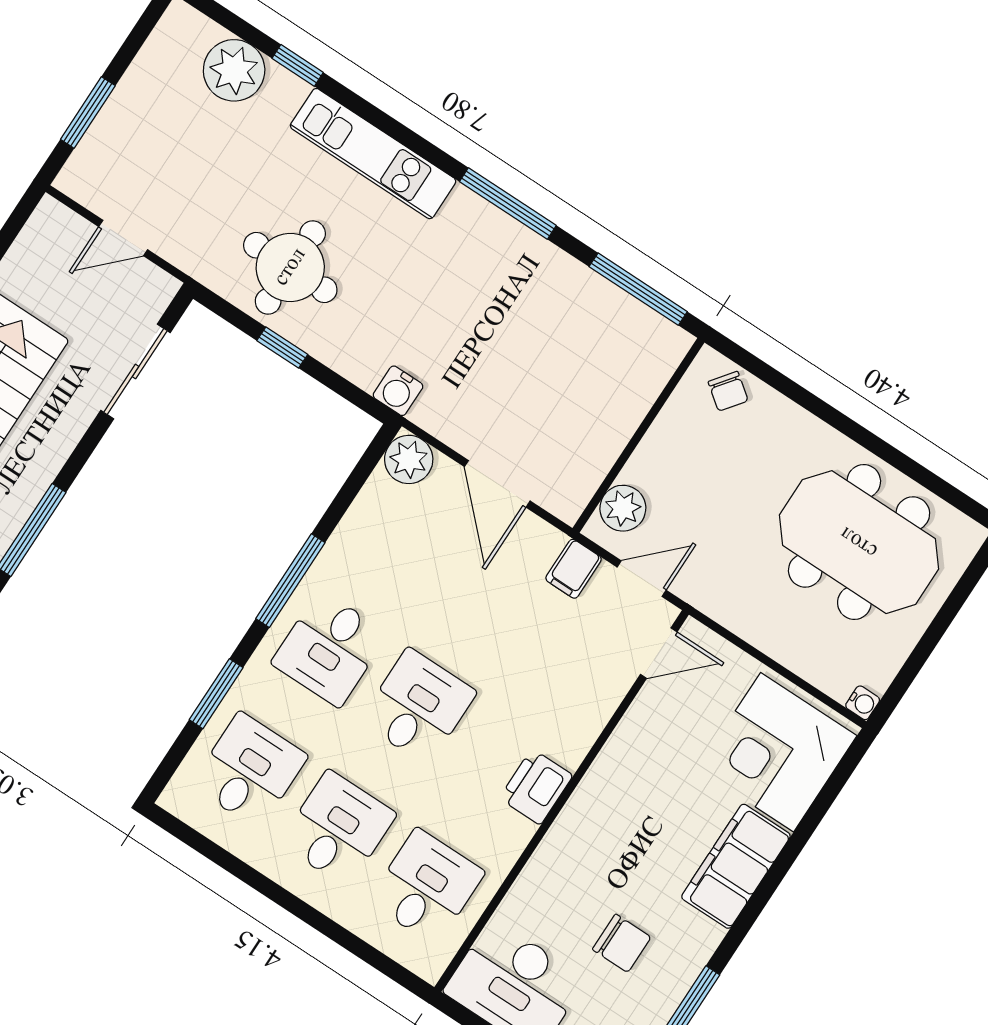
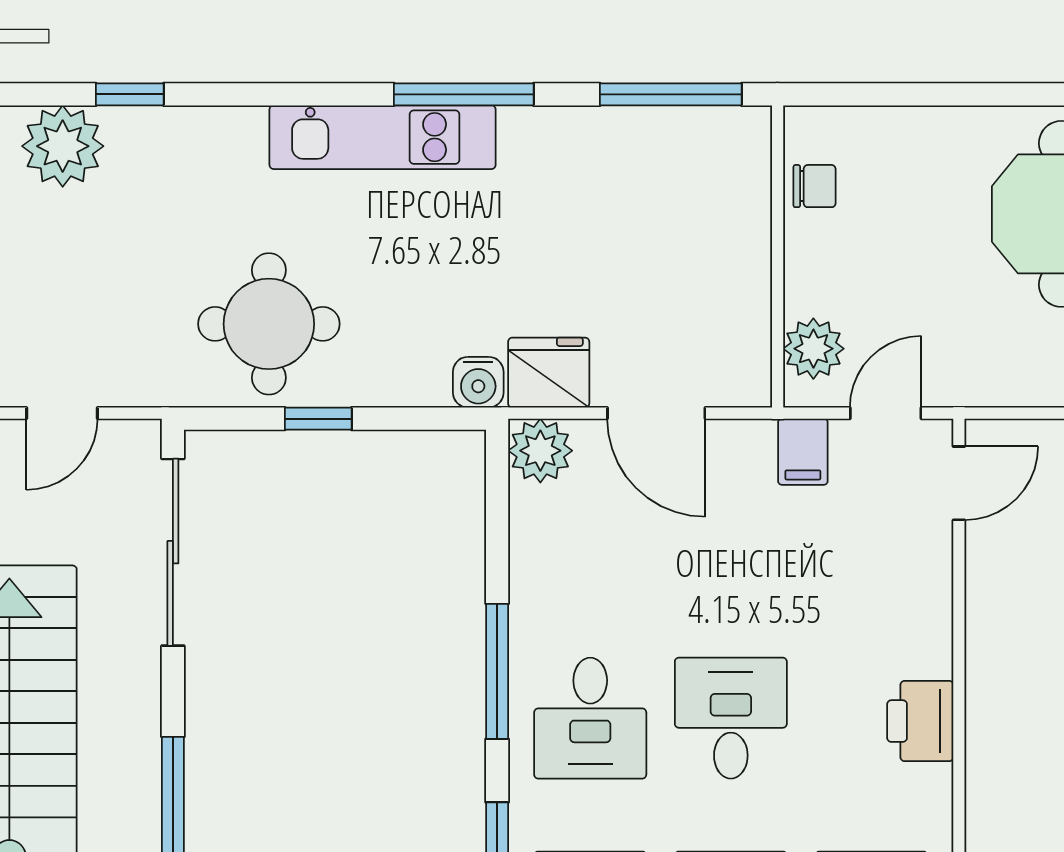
kitchen unit: (373, 154) -> (383, 137), moved
sliding door: (136, 372) -> (173, 552), width x1.37
chair: (728, 391) -> (815, 186), moved, turned -37
fridge: (446, 414) -> (549, 373), added

